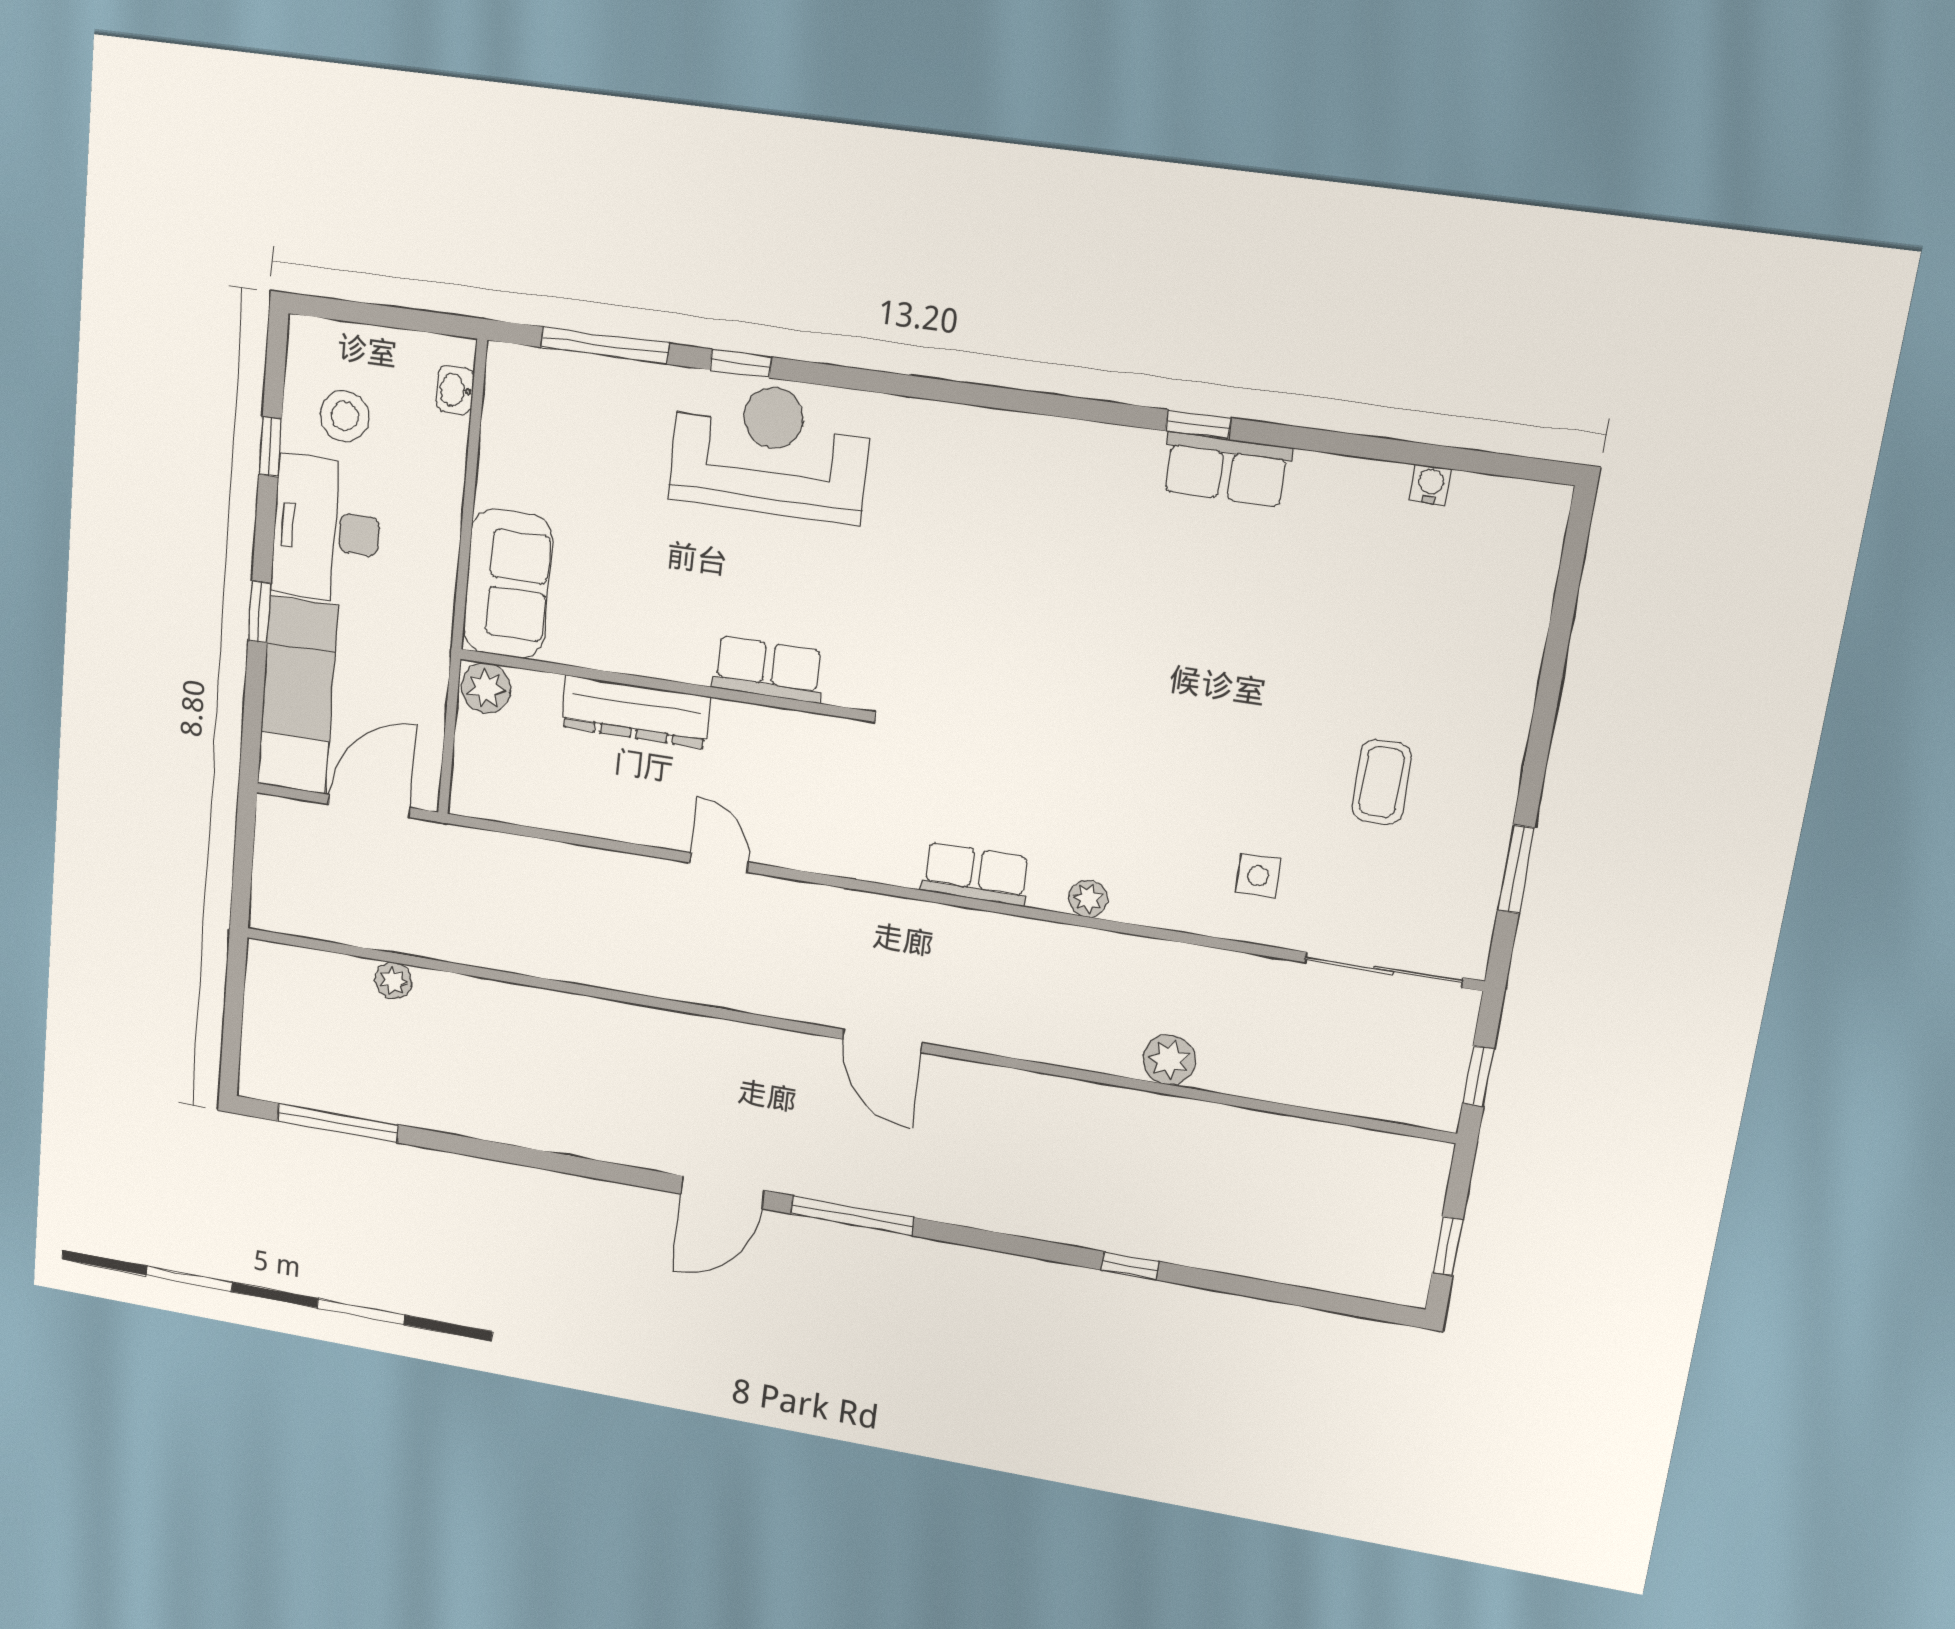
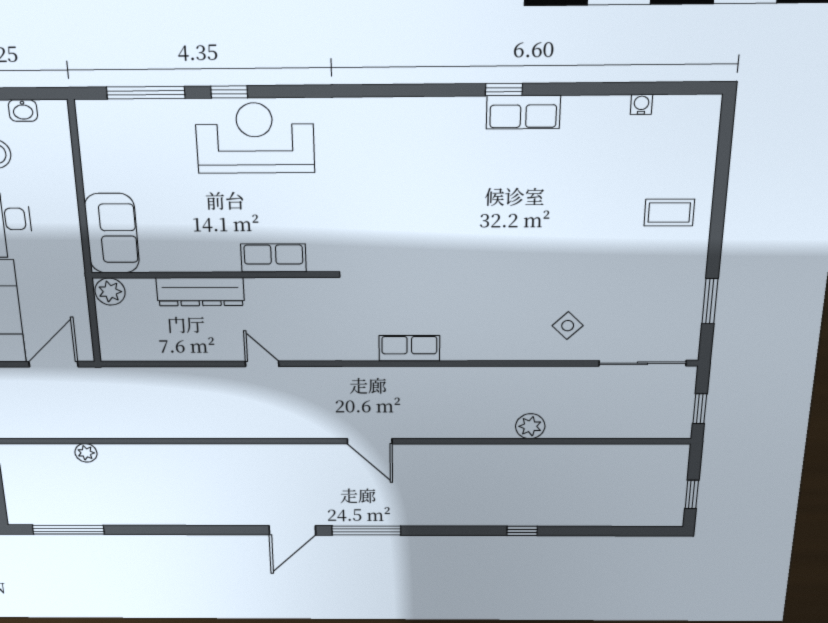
washbasin: (455, 390) -> (23, 111), moved, turned -90
coffee table: (1382, 782) -> (669, 213), moved, turned 90
side table: (1258, 876) -> (568, 326), turned 45
plant: (1088, 899) -> (474, 351), removed

